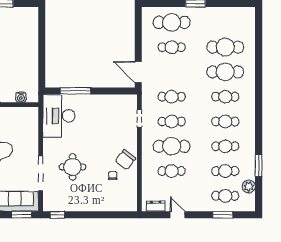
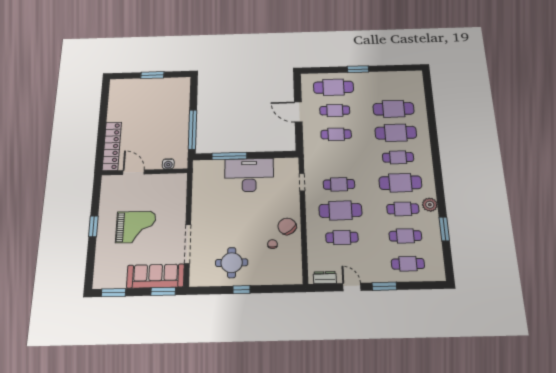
window: (42, 63) -> (193, 130), added
door: (138, 72) -> (298, 112), moved
cafe table: (172, 97) -> (336, 134), moved
desk: (59, 116) -> (249, 175), moved, turned 90
cafe table: (225, 121) -> (400, 183), width x1.37, depth x1.35
chair: (125, 160) -> (287, 226), turned 103
round table: (73, 167) -> (232, 263), moved
plant: (249, 187) -> (430, 205), moved
window: (57, 215) -> (242, 290), moved
window: (223, 215) -> (384, 286), moved

